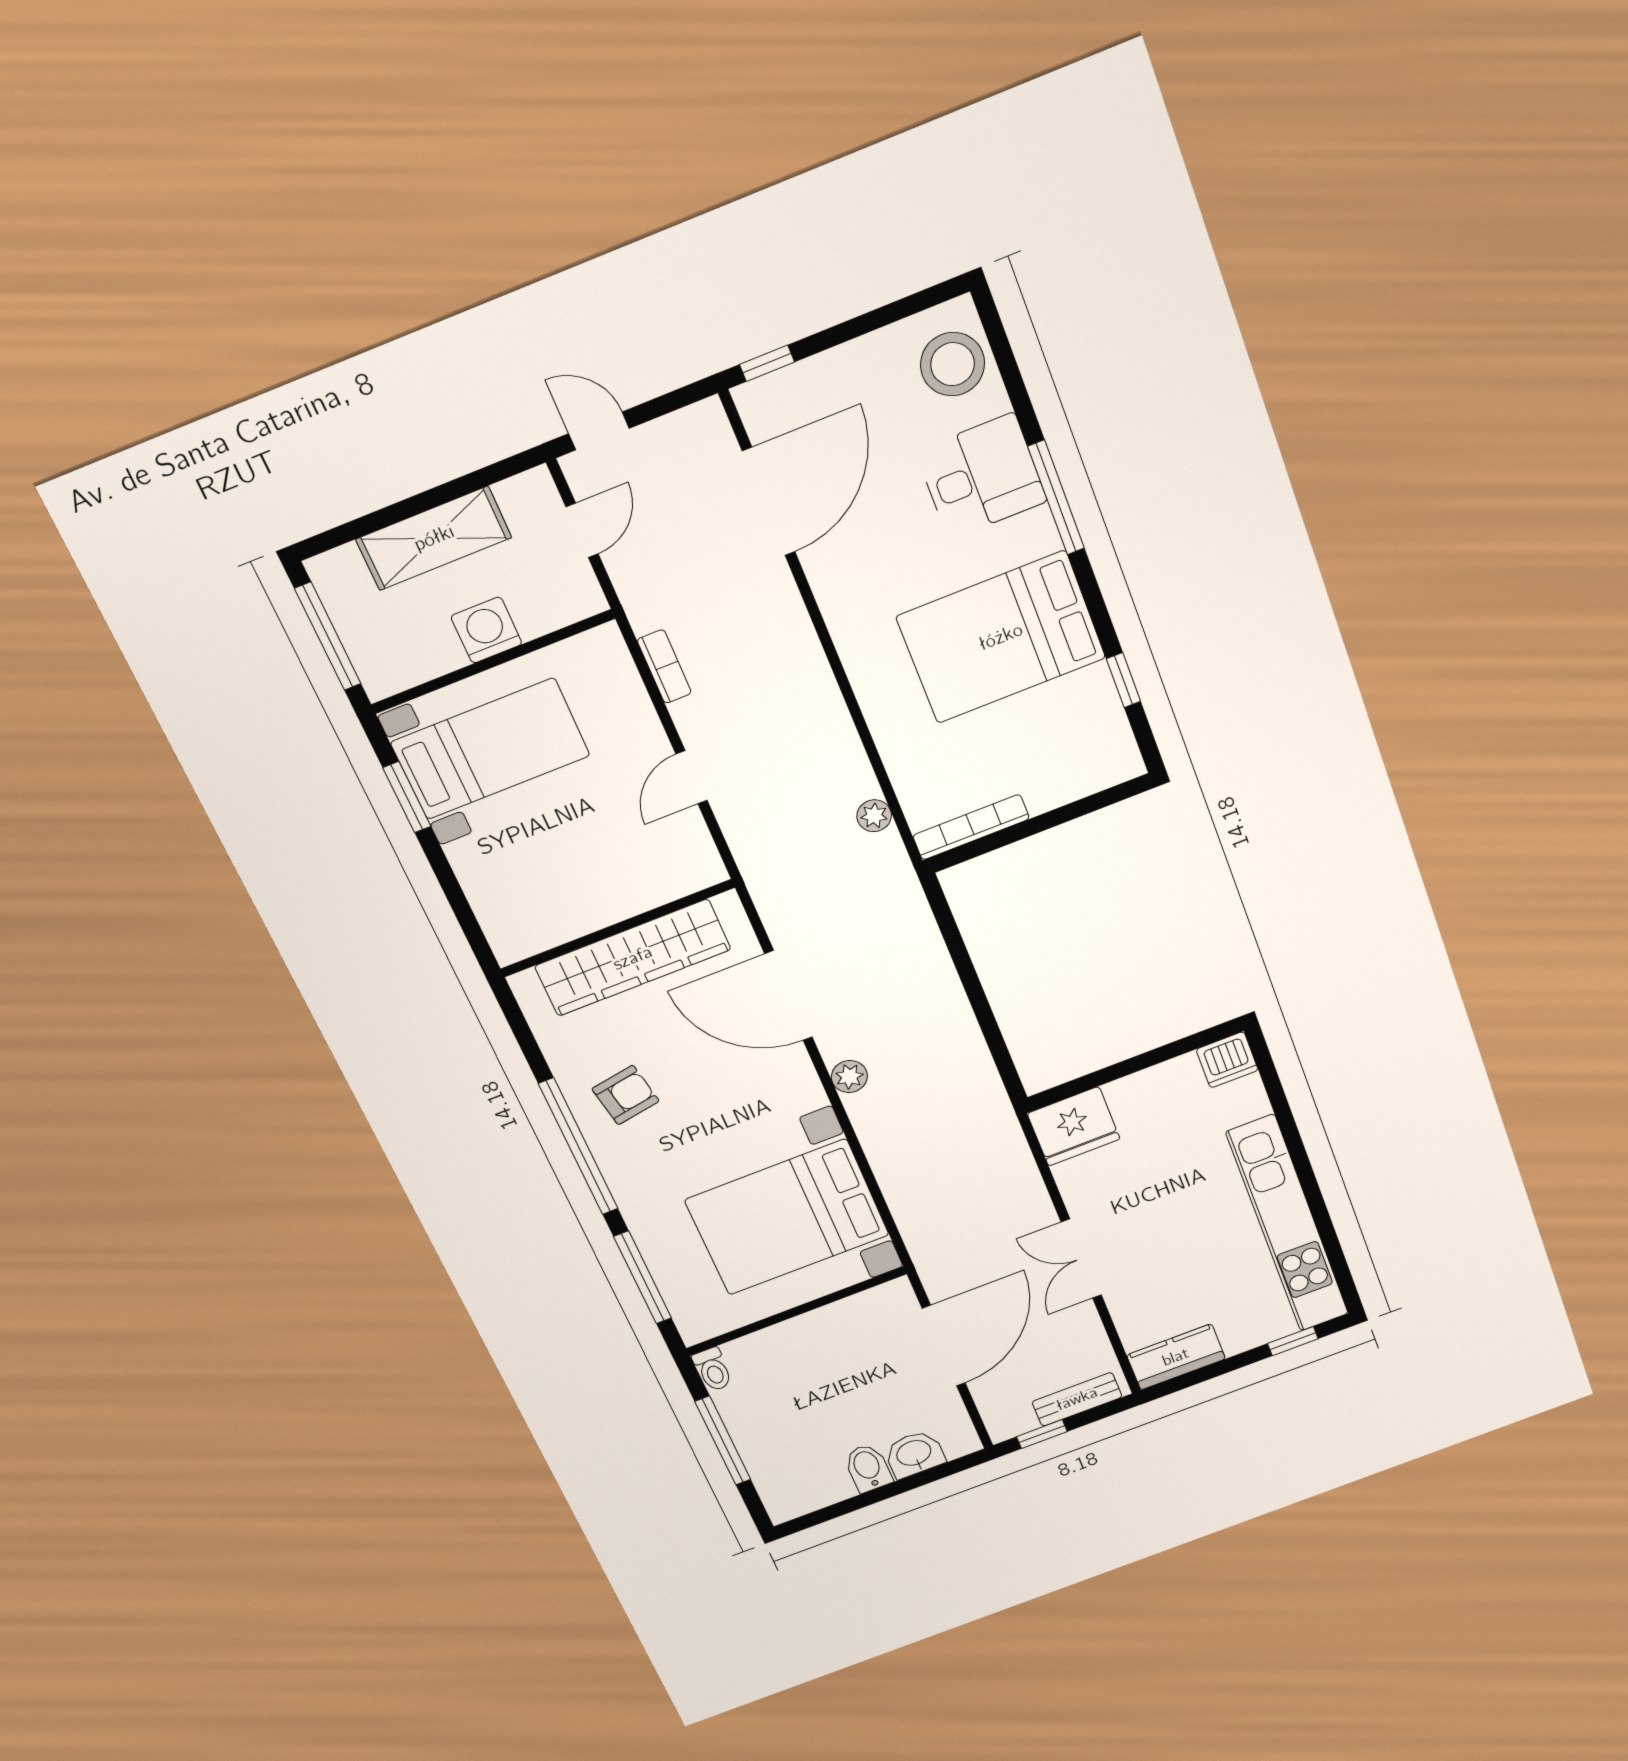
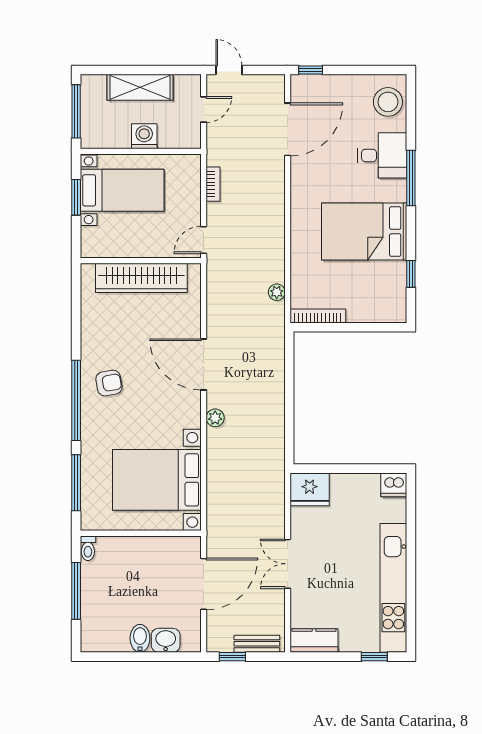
wall: (617, 928) -> (141, 261), moved
wardrobe: (633, 958) -> (141, 278), moved

